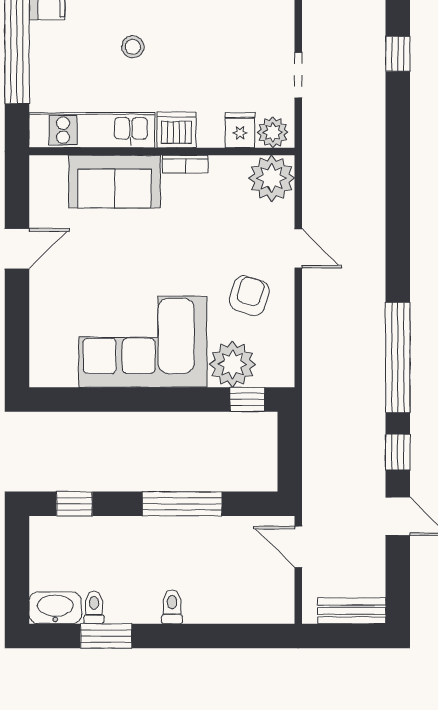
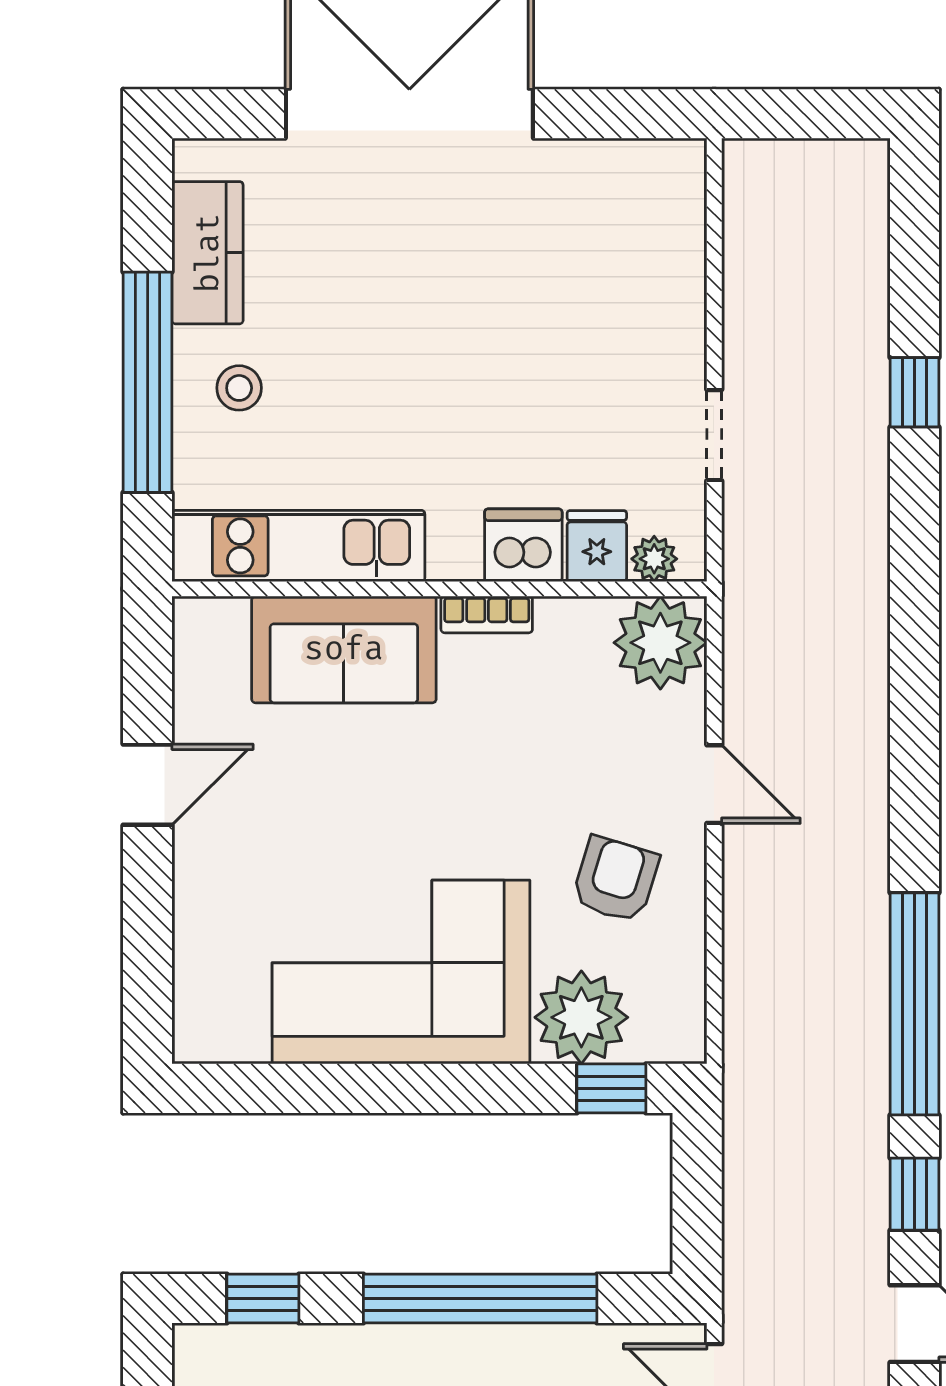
stool: (133, 47) -> (239, 388), moved
dishwasher: (176, 130) -> (523, 545), moved
plant: (273, 132) -> (654, 559), width x0.73, depth x0.73
window: (182, 504) -> (480, 1298), width x1.46

